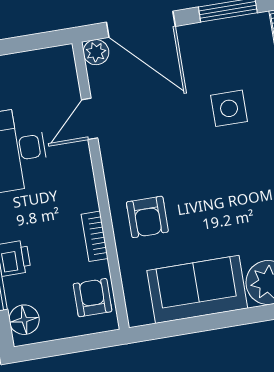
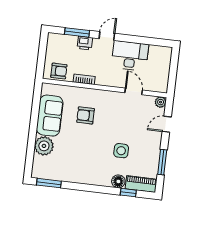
door: (141, 24) -> (167, 124), width x0.53
armchair: (147, 217) -> (86, 115), moved
floor lamp: (24, 320) -> (58, 40), removed

